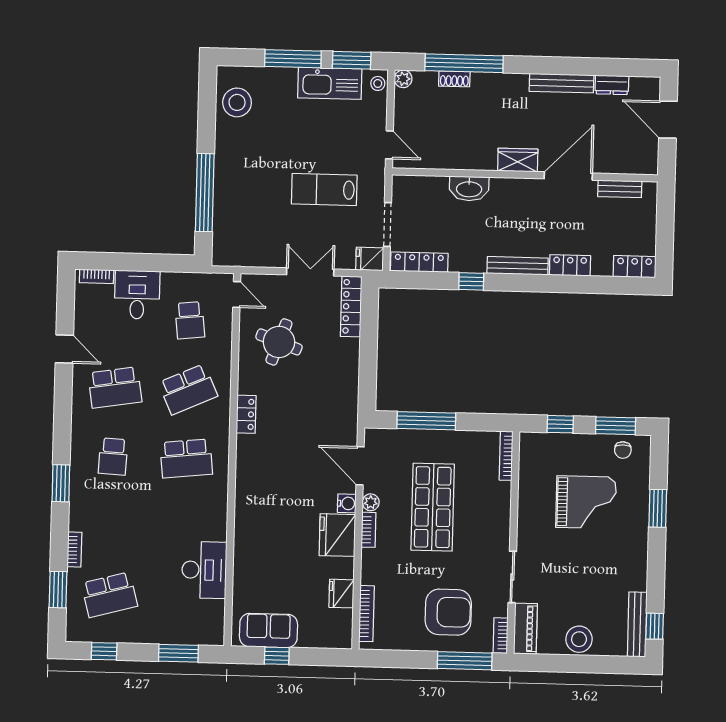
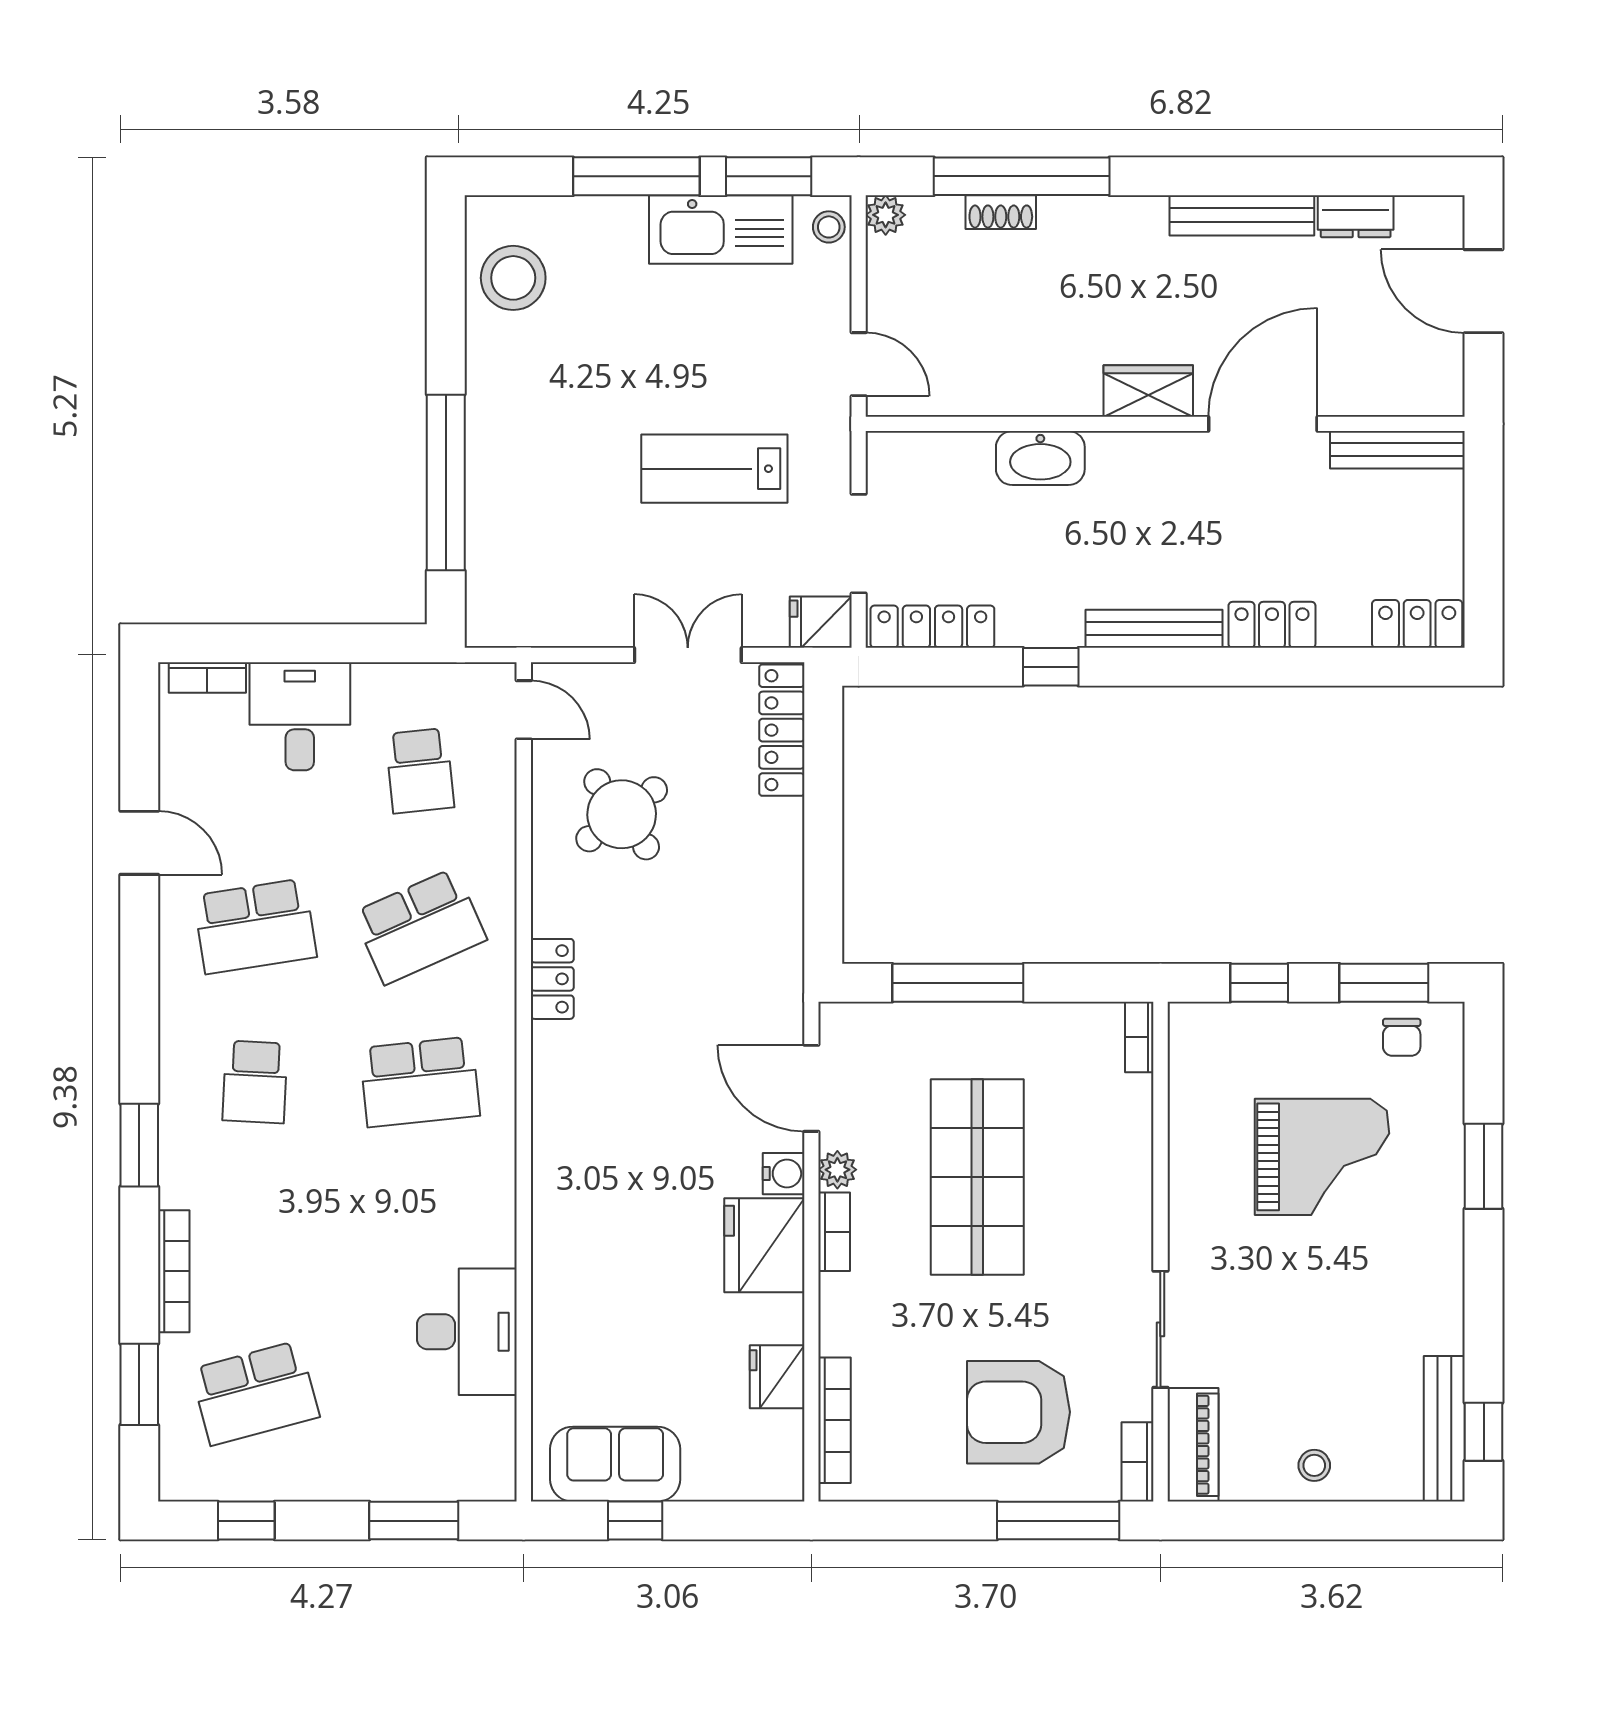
bench: (620, 189) -> (1397, 450), width x1.36
round table: (279, 342) -> (622, 814), turned 33
bookcase: (506, 456) -> (1139, 1037), width x0.64
bookcase: (74, 549) -> (174, 1271), width x1.56
armchair: (448, 612) -> (1018, 1412), turned 180
stool: (579, 639) -> (1314, 1465), width x0.53, depth x0.53

